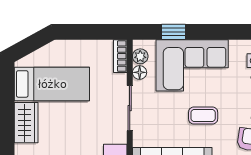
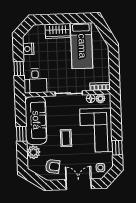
window: (173, 32) -> (117, 148), moved

